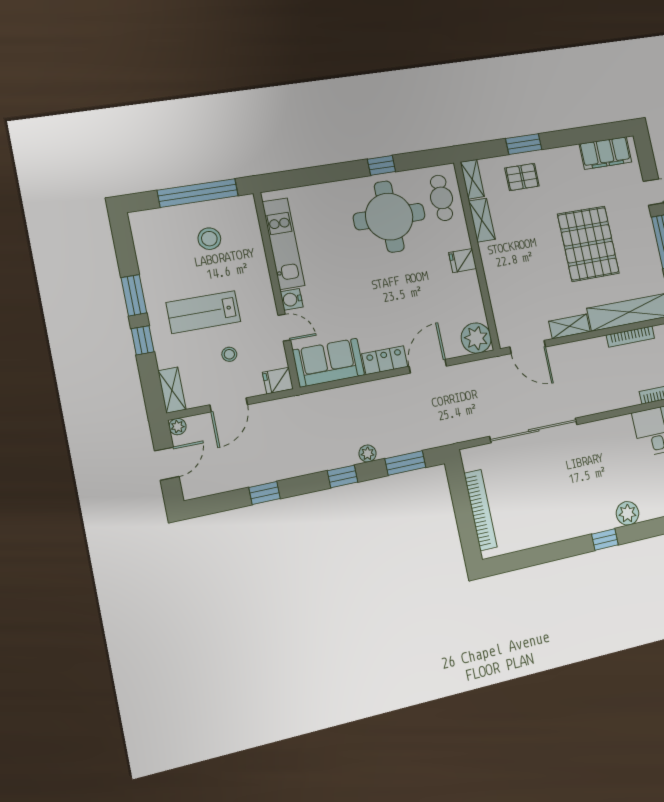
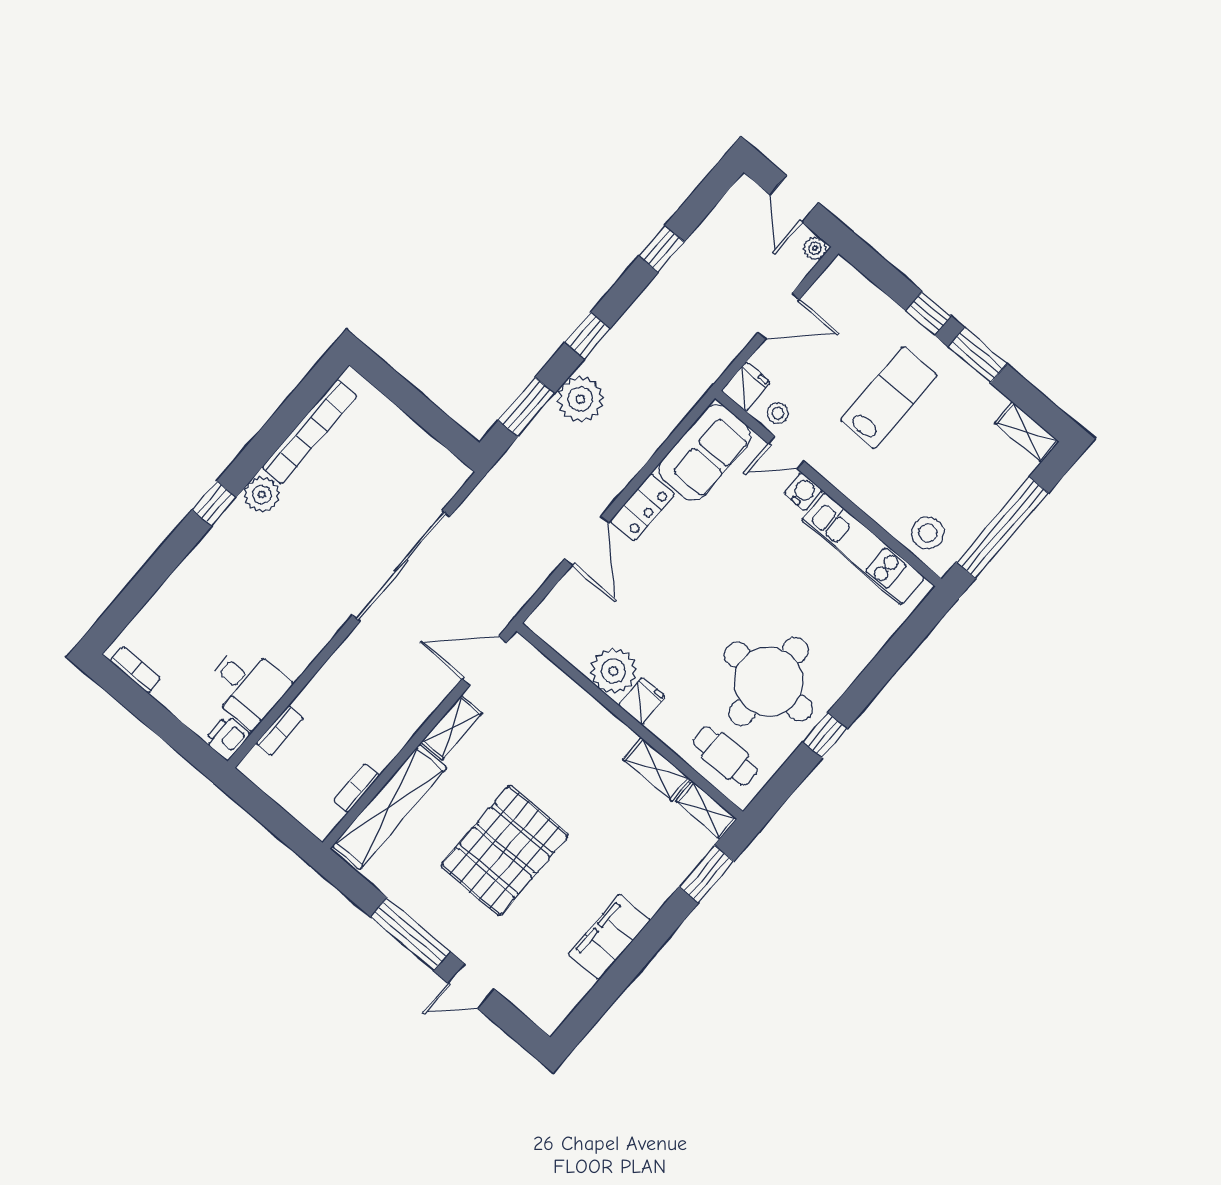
window: (524, 144) -> (707, 874), moved
filing cabinet: (605, 153) -> (609, 937), moved
pallet: (522, 177) -> (649, 864), removed
stool: (209, 239) -> (928, 533), moved
pallet: (588, 244) -> (505, 850), turned 90
bookcase: (630, 337) -> (356, 788), width x0.64
plant: (476, 338) -> (613, 671), moved
stool: (229, 354) -> (778, 413), moved
shelving: (172, 390) -> (1027, 432), moved
door: (229, 405) -> (779, 316), swing flipped
plant: (367, 454) -> (580, 399), width x1.87, depth x1.87
bookcase: (480, 510) -> (309, 432), moved, turned -90
plant: (627, 513) -> (262, 494), moved

